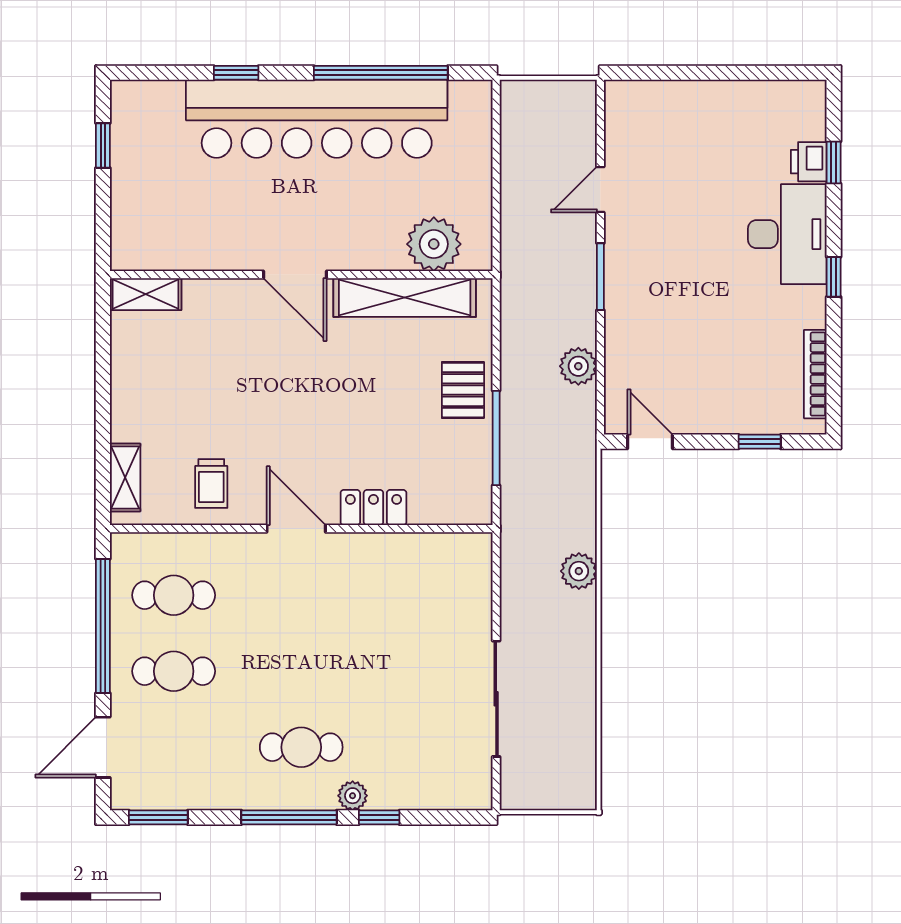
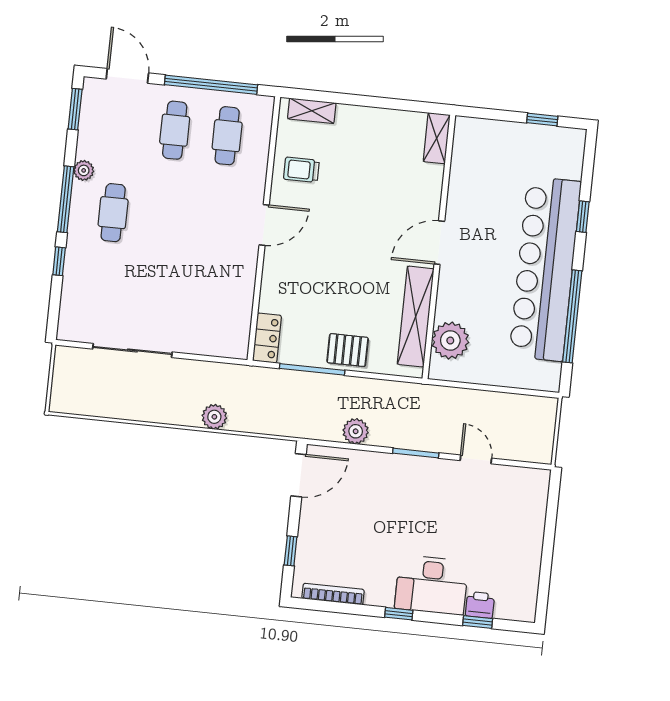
door: (650, 442) -> (298, 475), width x1.38
locker: (373, 508) -> (267, 338), moved
plant: (353, 796) -> (84, 170), moved

